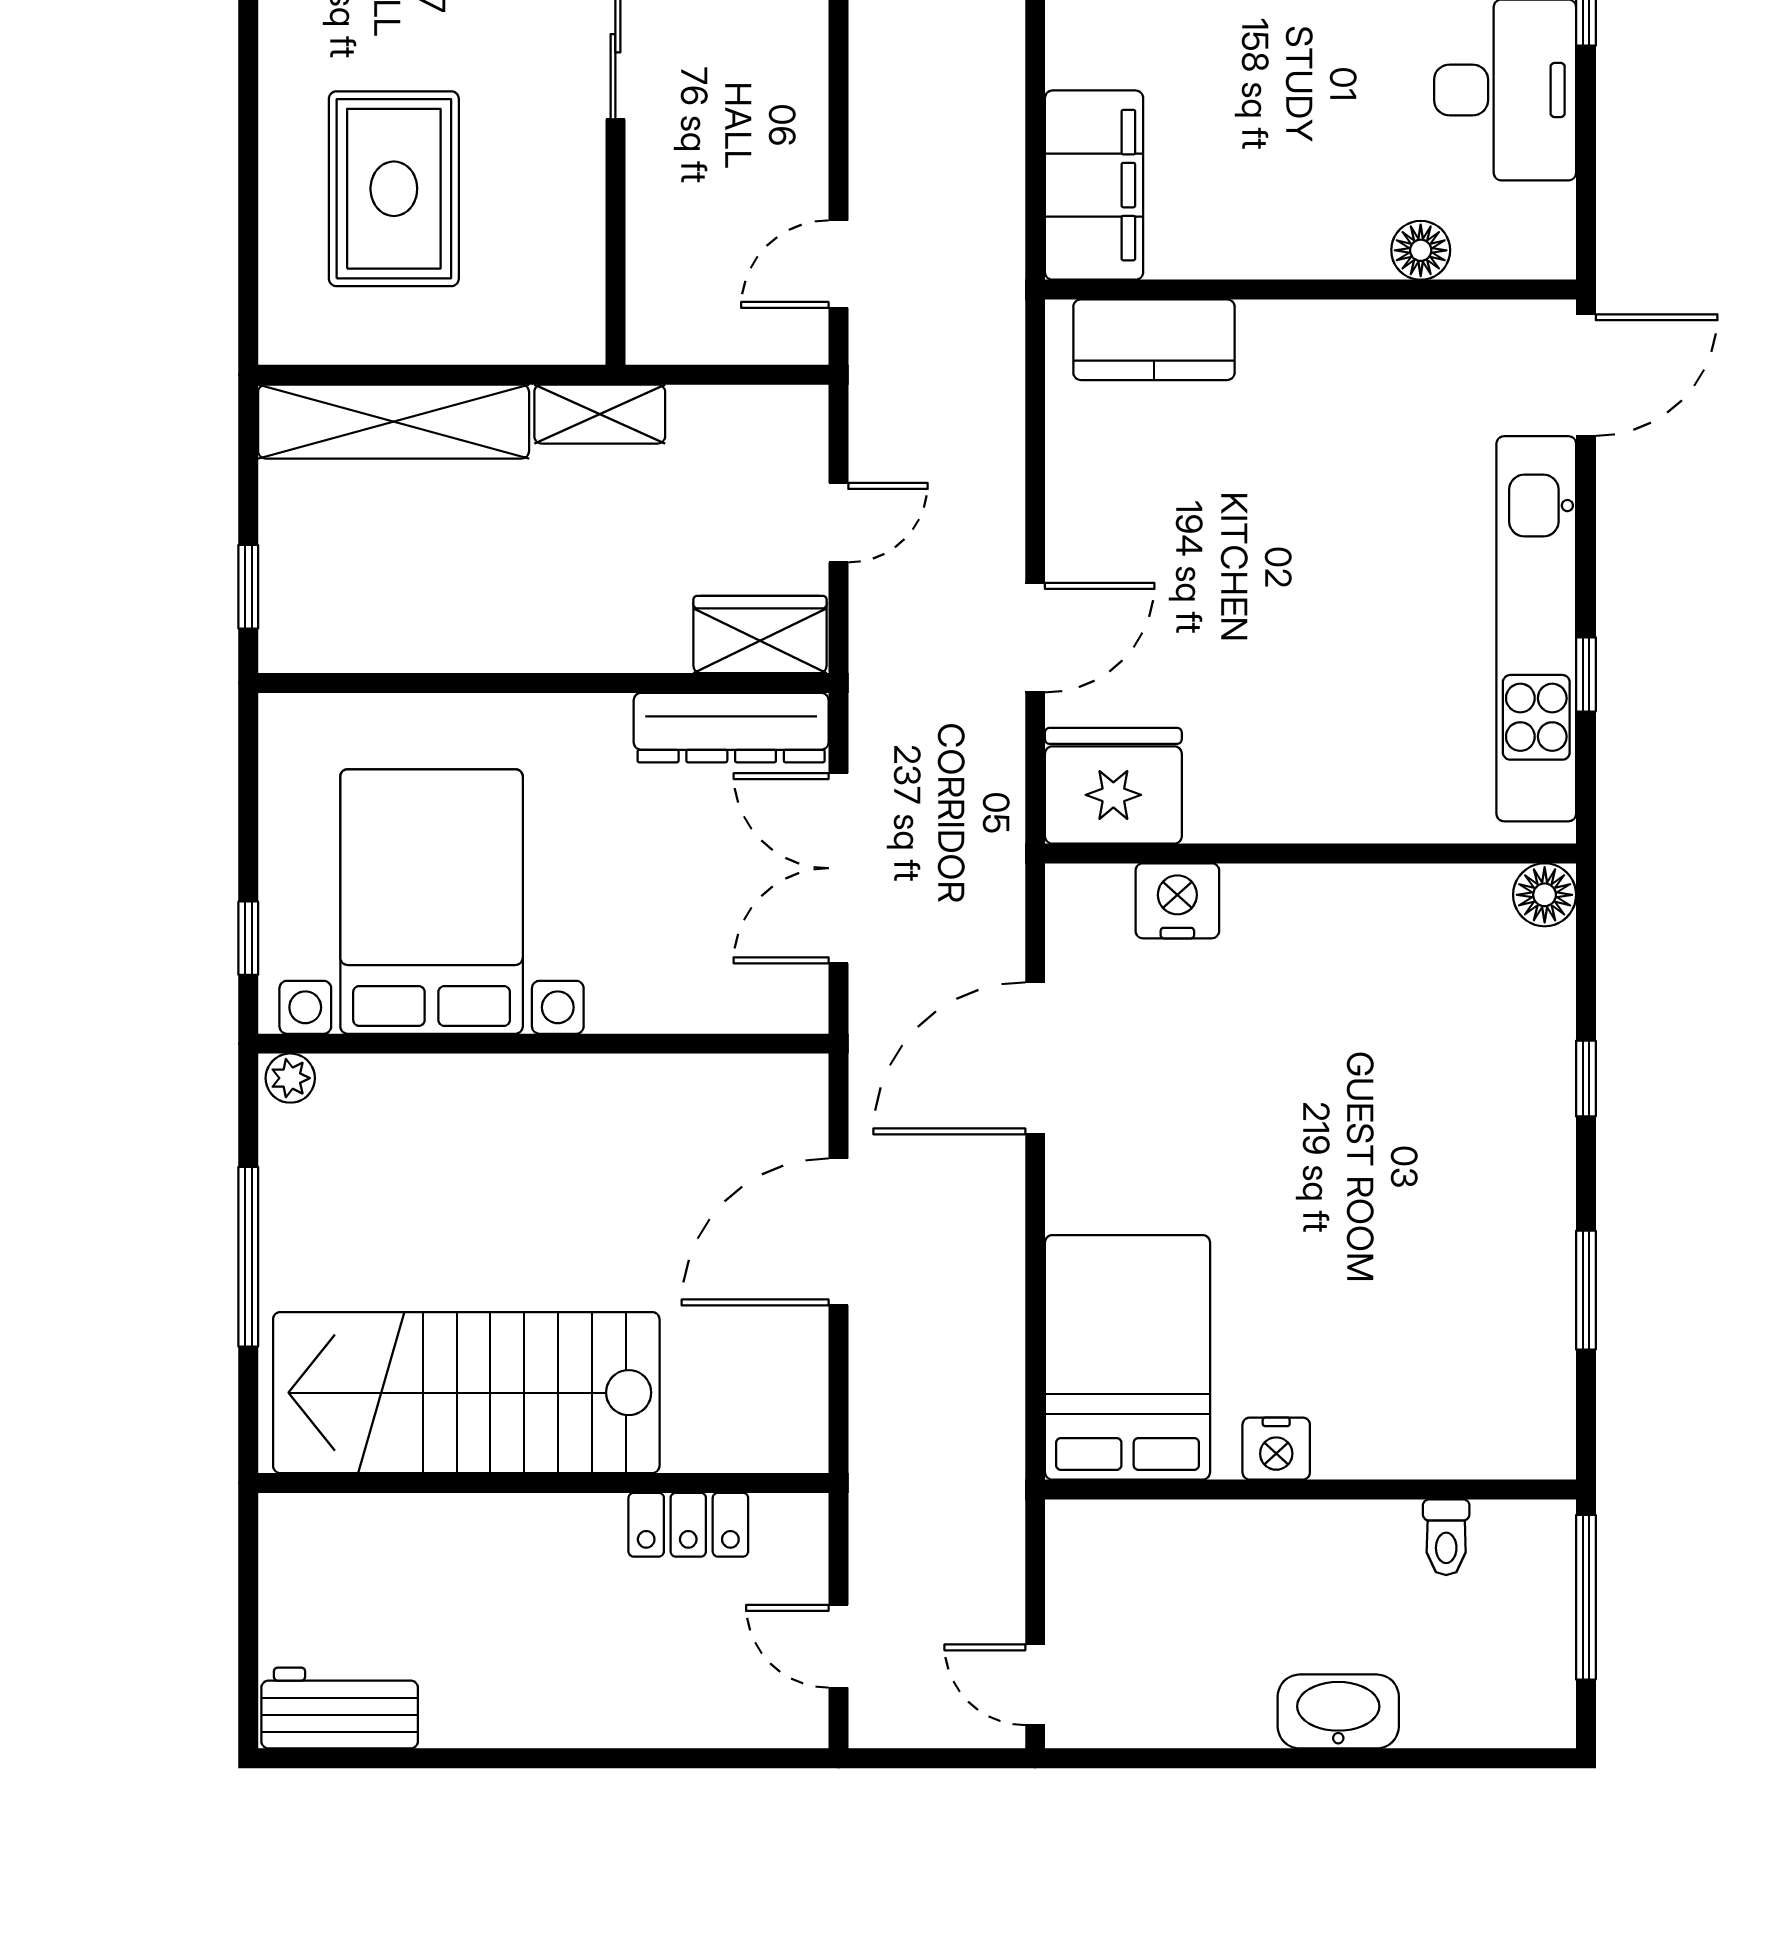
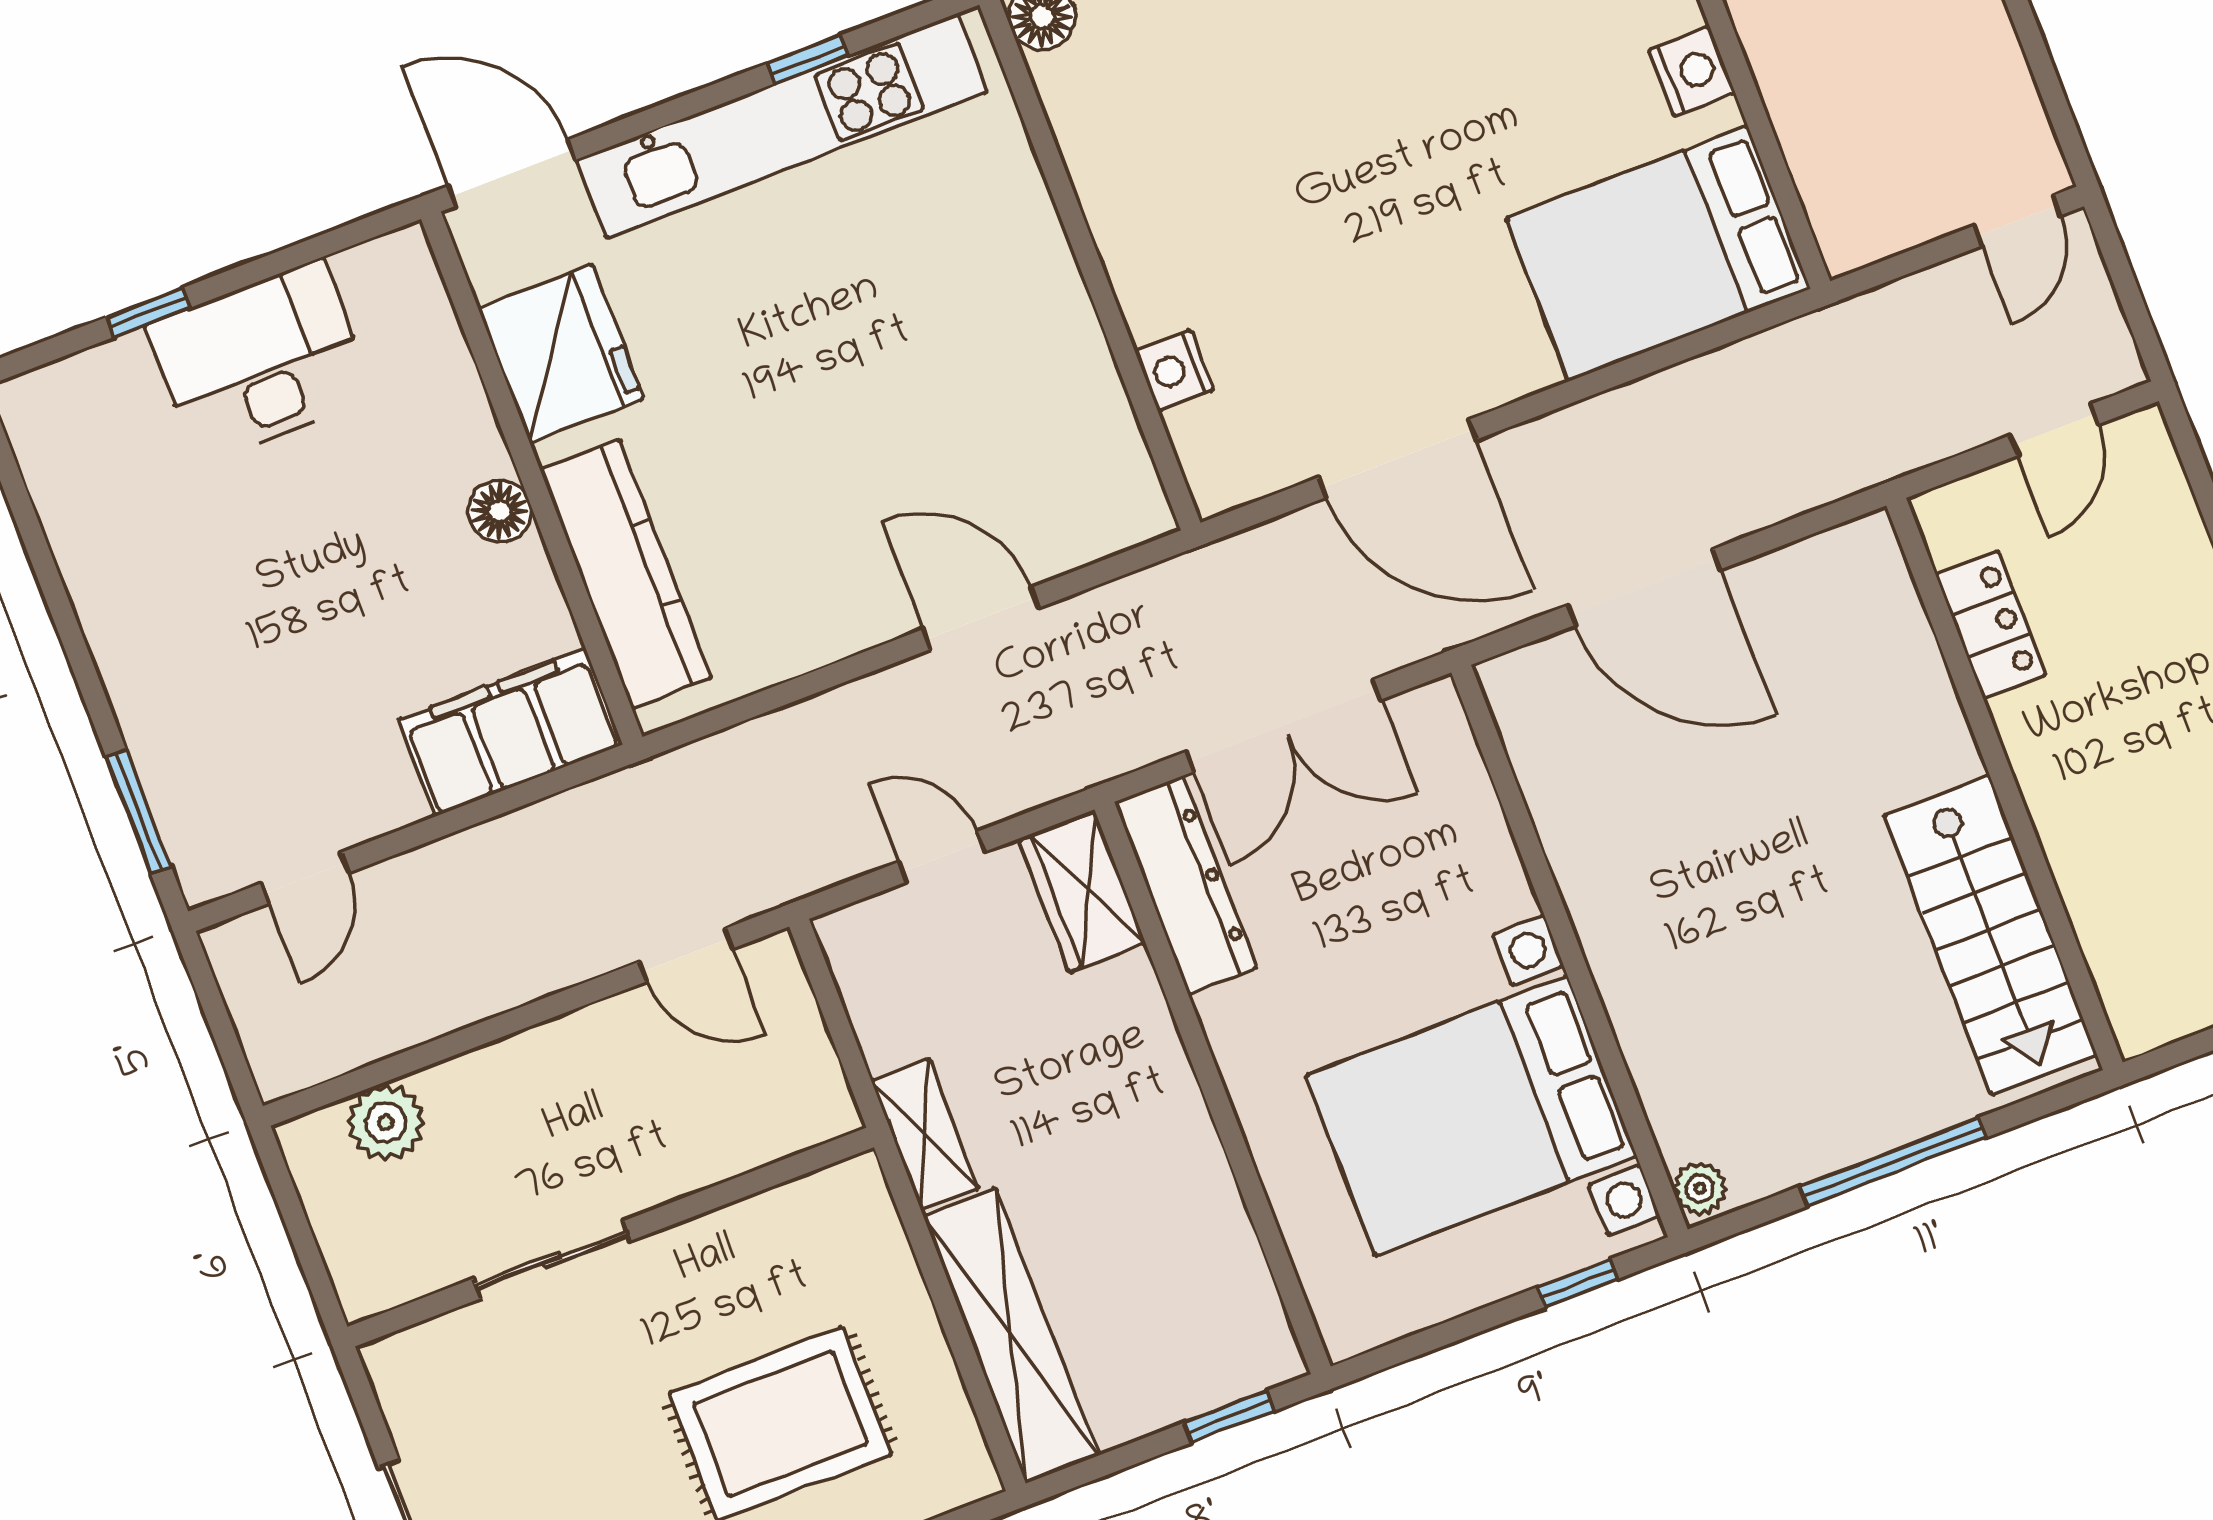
floor lamp: (1421, 250) -> (500, 511), moved
kitchen counter: (1154, 340) -> (626, 574), width x1.50
fridge: (1113, 786) -> (561, 353), moved, turned 180
nightstand: (1177, 901) -> (1174, 370), width x0.74, depth x0.75
stairs: (466, 1393) -> (1991, 935), width x0.73, depth x0.66

